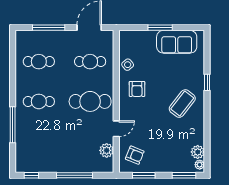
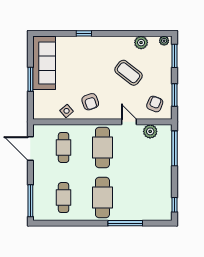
window: (49, 28) -> (30, 201), moved
sofa: (177, 42) -> (44, 63), width x1.36
armchair: (137, 89) -> (90, 102), turned 71
cafe table: (39, 101) -> (102, 198), width x1.37, depth x1.35
coffee table: (182, 104) -> (128, 73), moved
plant: (198, 152) -> (141, 43), moved
window: (74, 175) -> (175, 148), moved

